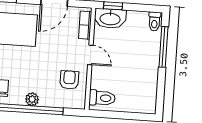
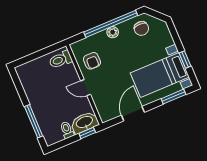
toilet: (154, 21) -> (67, 130), moved
bookcase: (85, 25) -> (101, 108), removed

